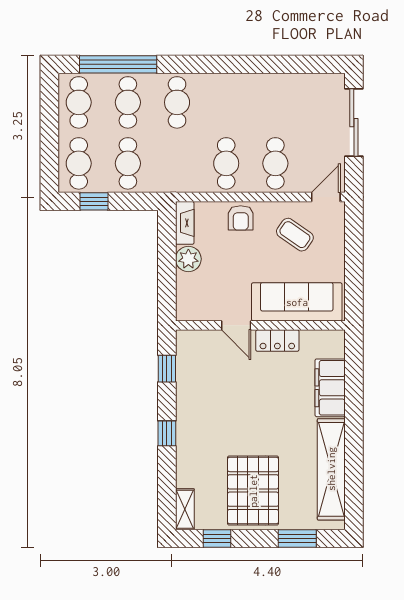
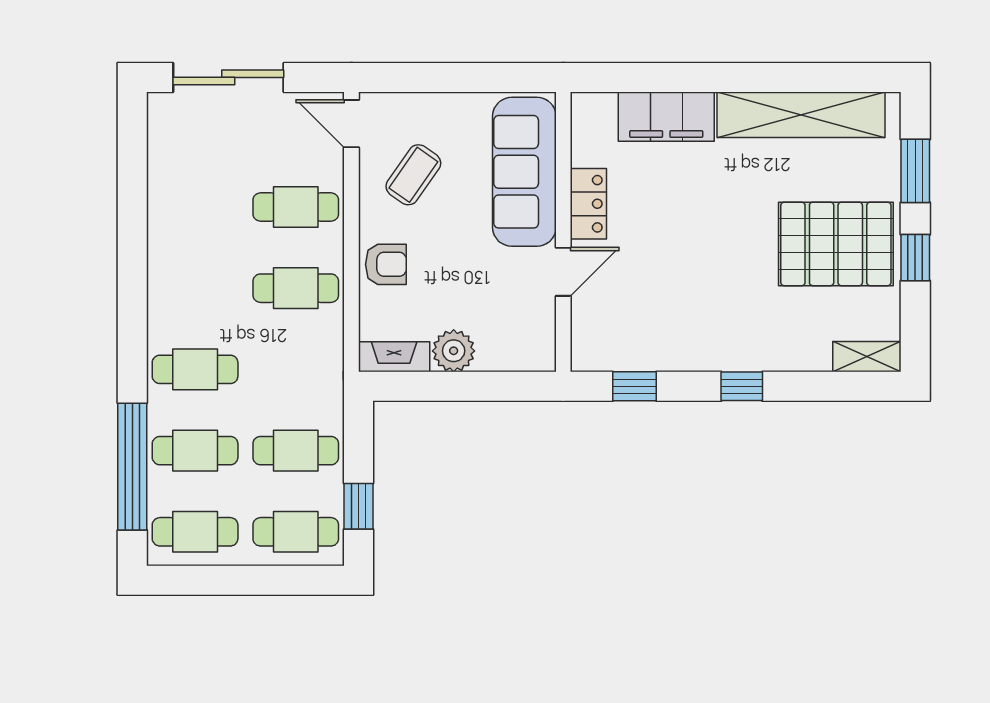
window: (217, 539) -> (915, 258), moved

